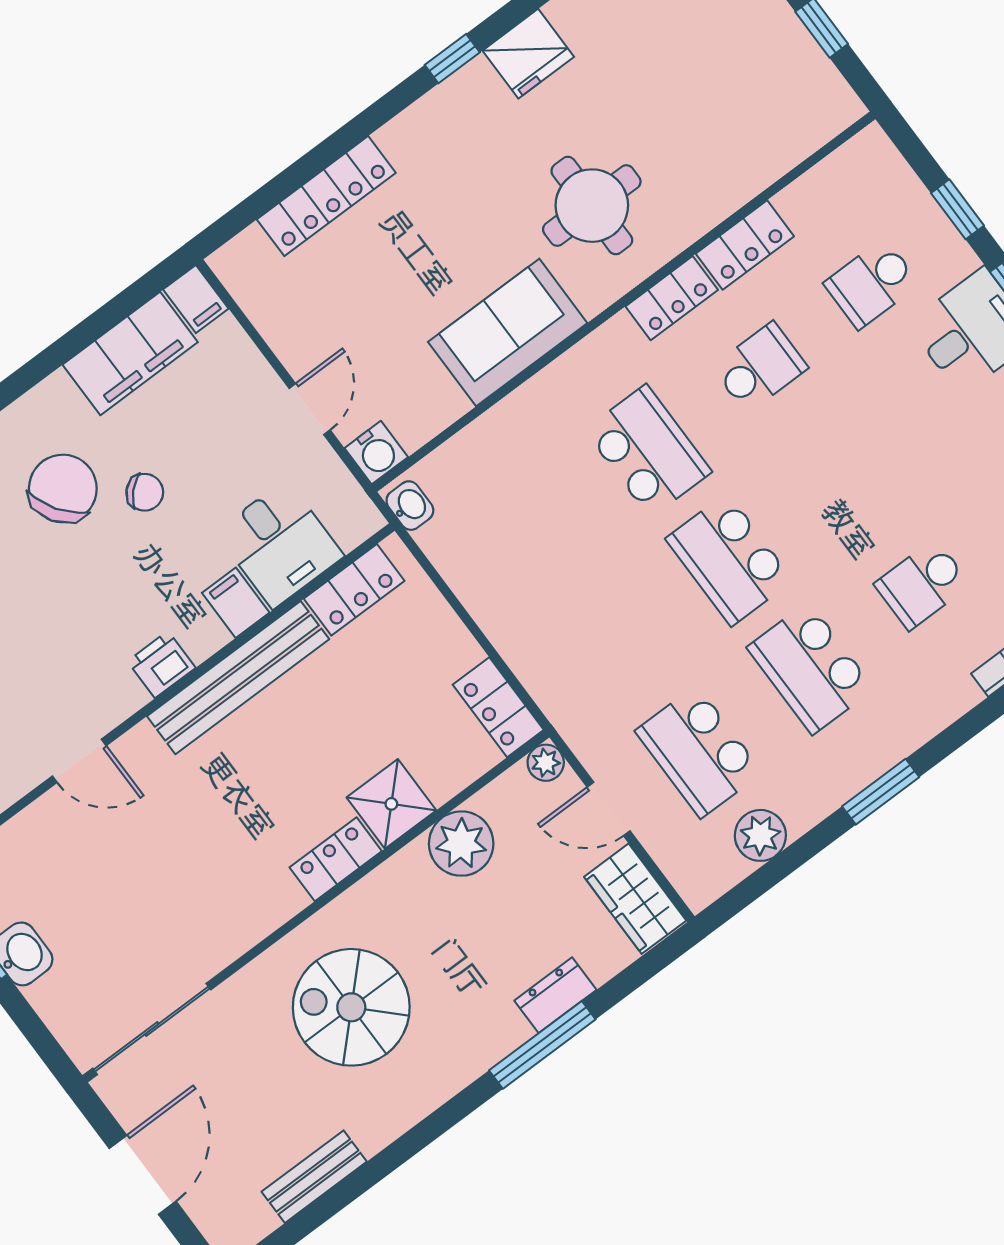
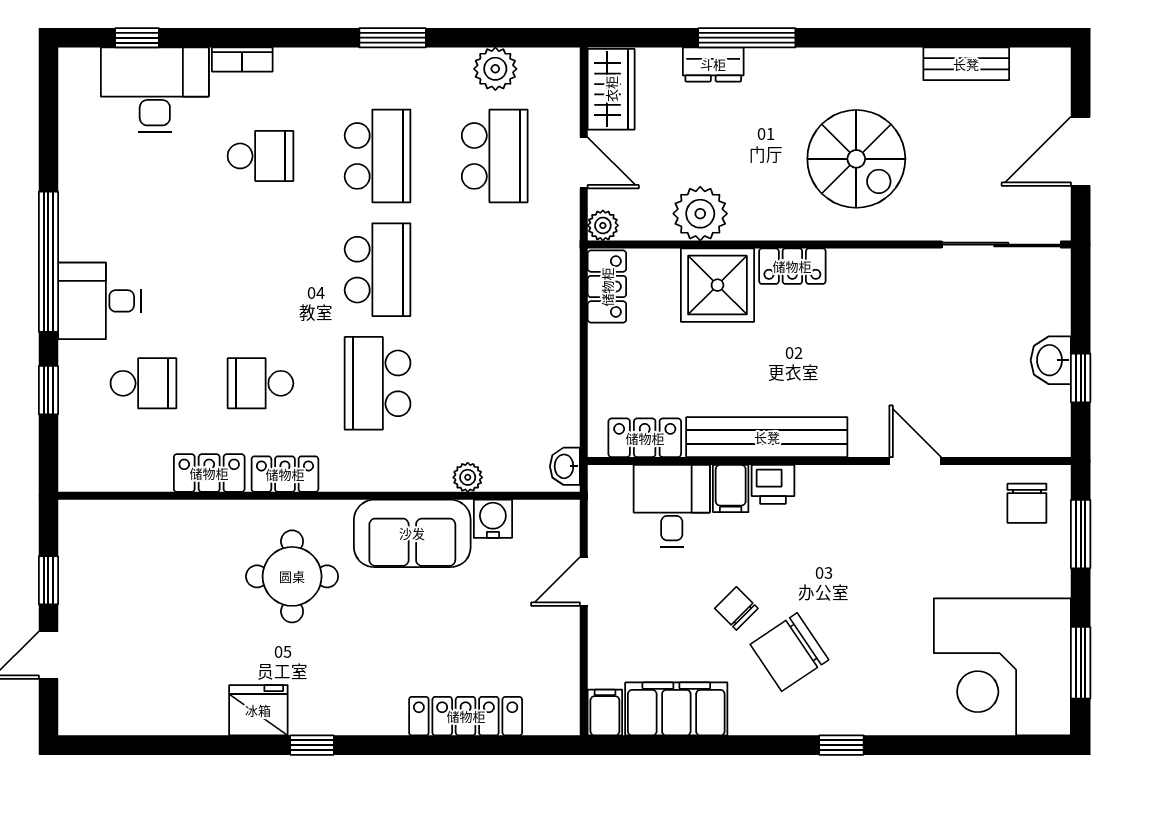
plant: (495, 426) -> (468, 477), added
water cooler: (376, 453) -> (493, 519), moved
printer: (161, 665) -> (773, 484), moved
shower: (391, 804) -> (717, 285), width x1.36, depth x1.36

